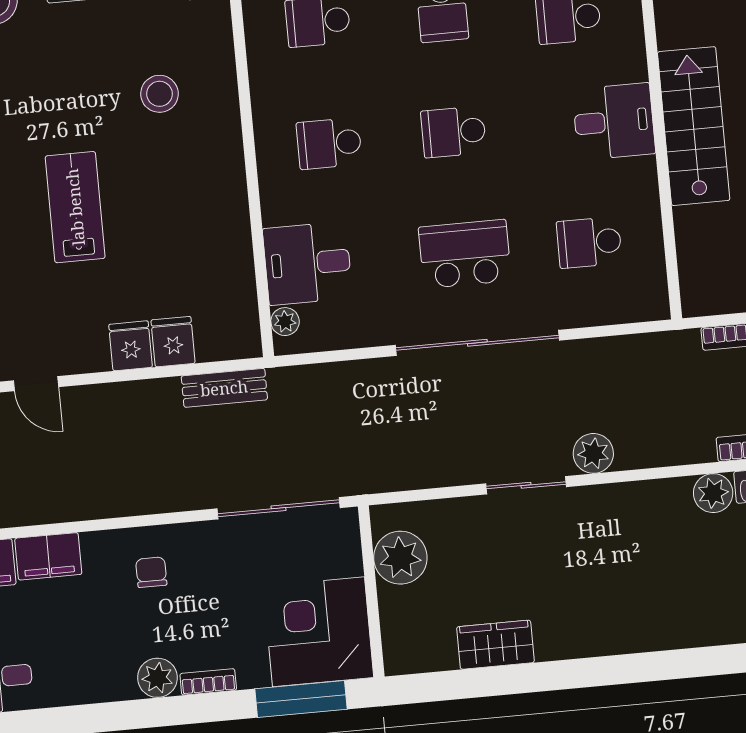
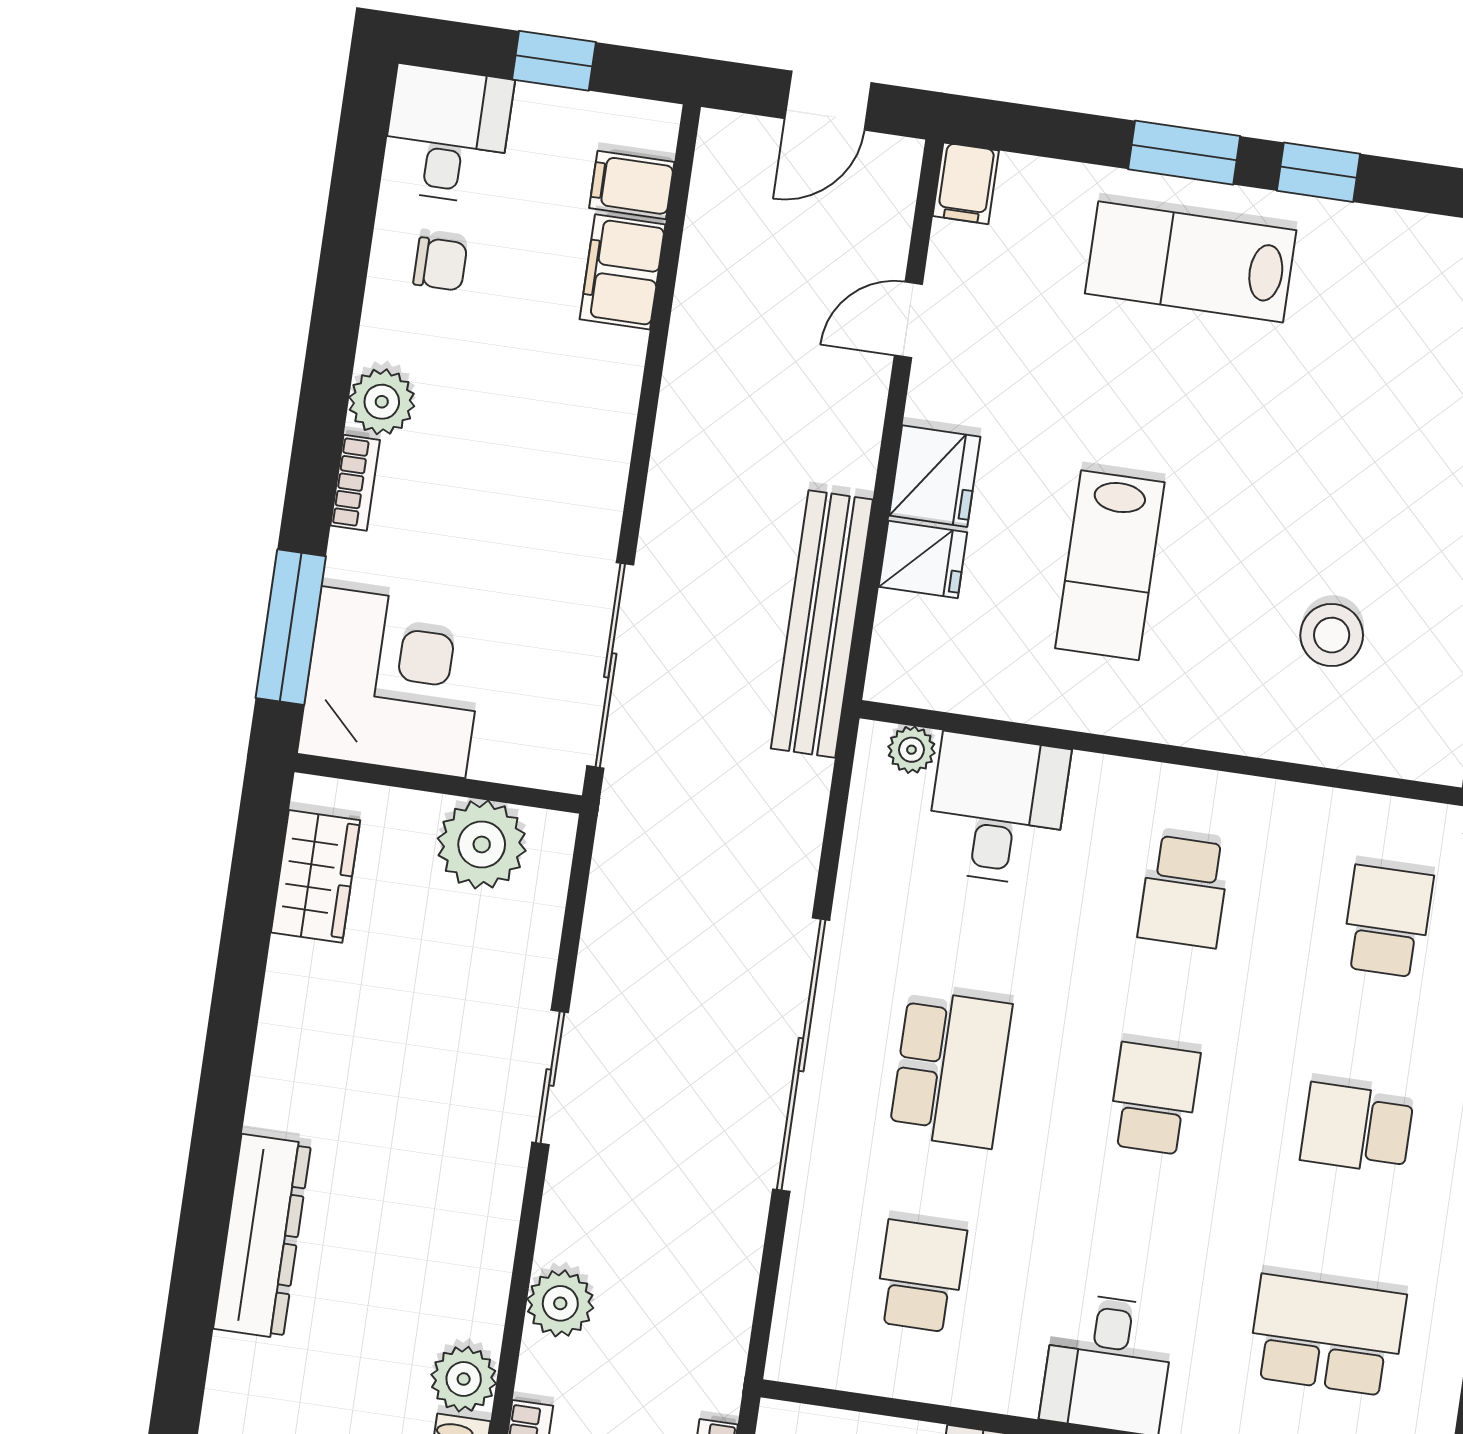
school desk: (329, 143) -> (1184, 892), turned 180
lab bench: (75, 207) -> (1110, 565), moved, turned 90
fridge: (131, 346) -> (935, 476), width x1.38
bench: (224, 388) -> (822, 624), width x1.86, depth x1.21
plant: (593, 453) -> (560, 1303), moved
chair: (151, 572) -> (440, 264), moved
dresser: (659, 630) -> (262, 1236), added
wardrobe: (495, 645) -> (315, 876), moved

